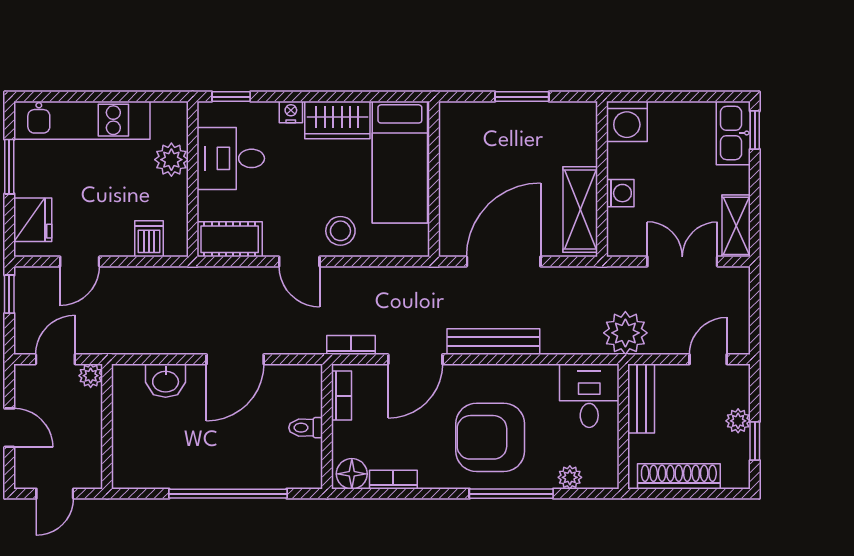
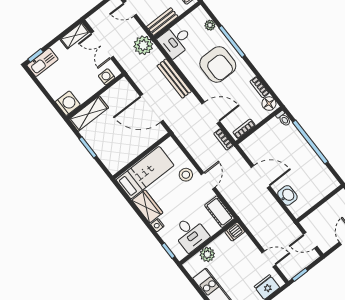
washing machine: (620, 193) -> (107, 77), moved
shelving: (580, 210) -> (89, 114), moved
dishwasher: (149, 239) -> (235, 232), moved
bench: (493, 342) -> (174, 79), moved
plant: (91, 376) -> (306, 223), removed
toilet: (306, 428) -> (283, 119), moved

